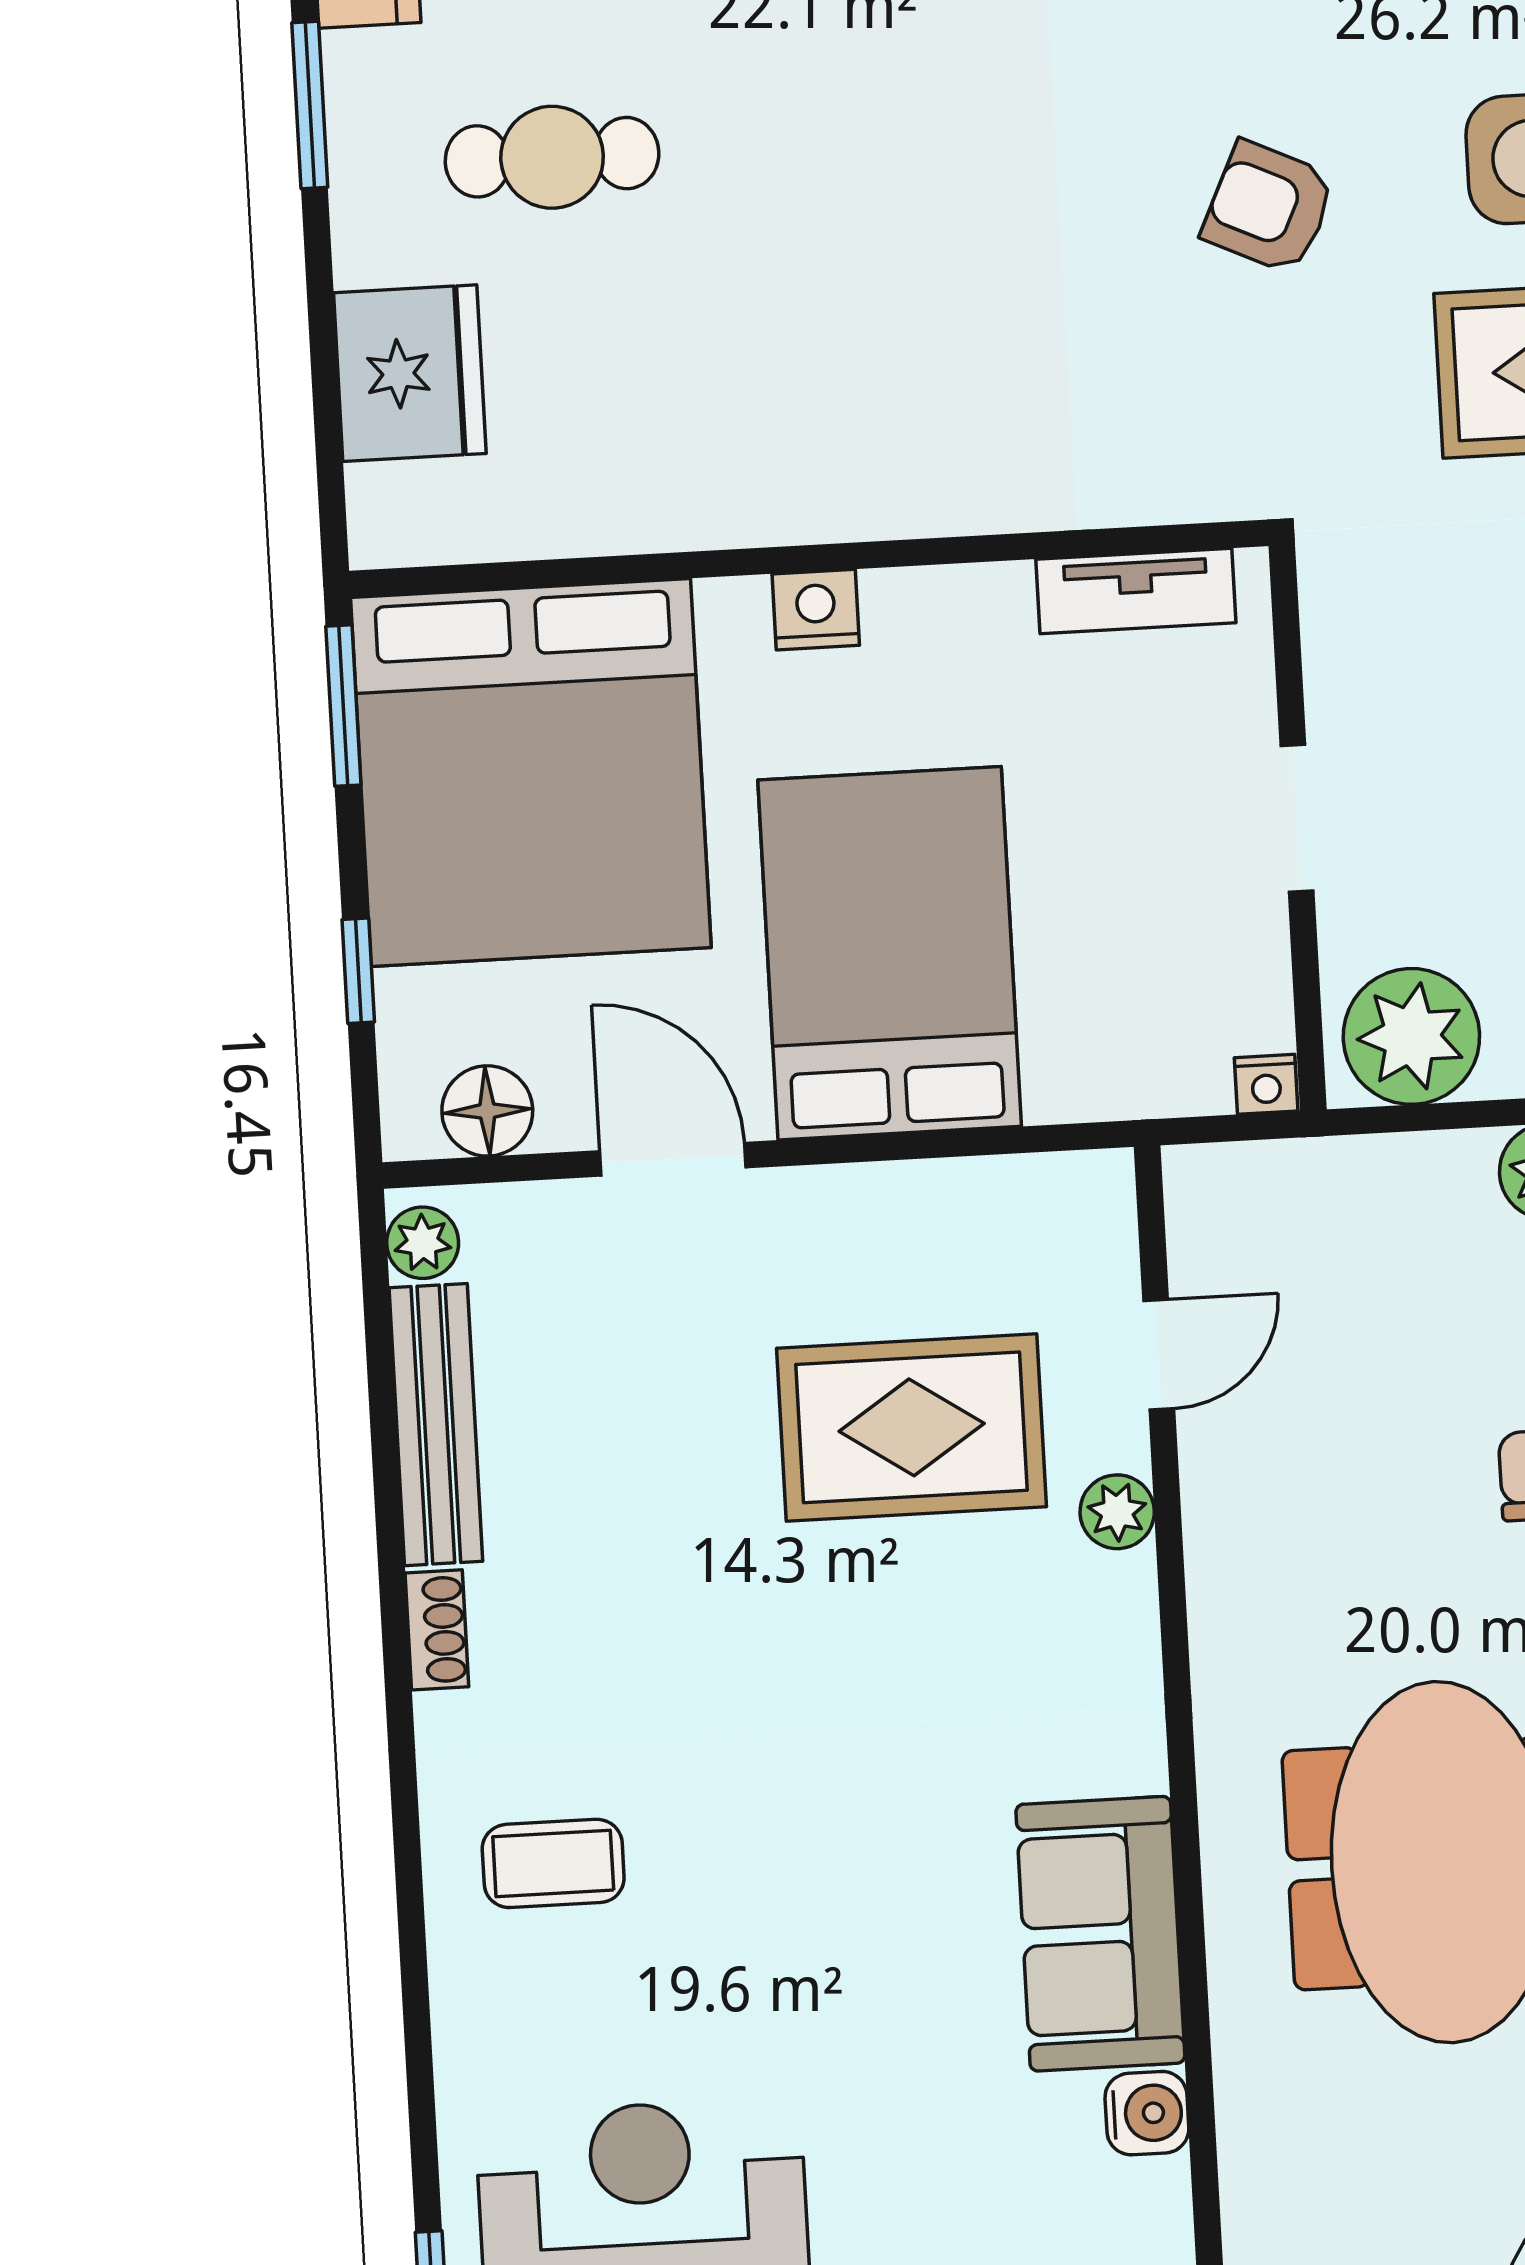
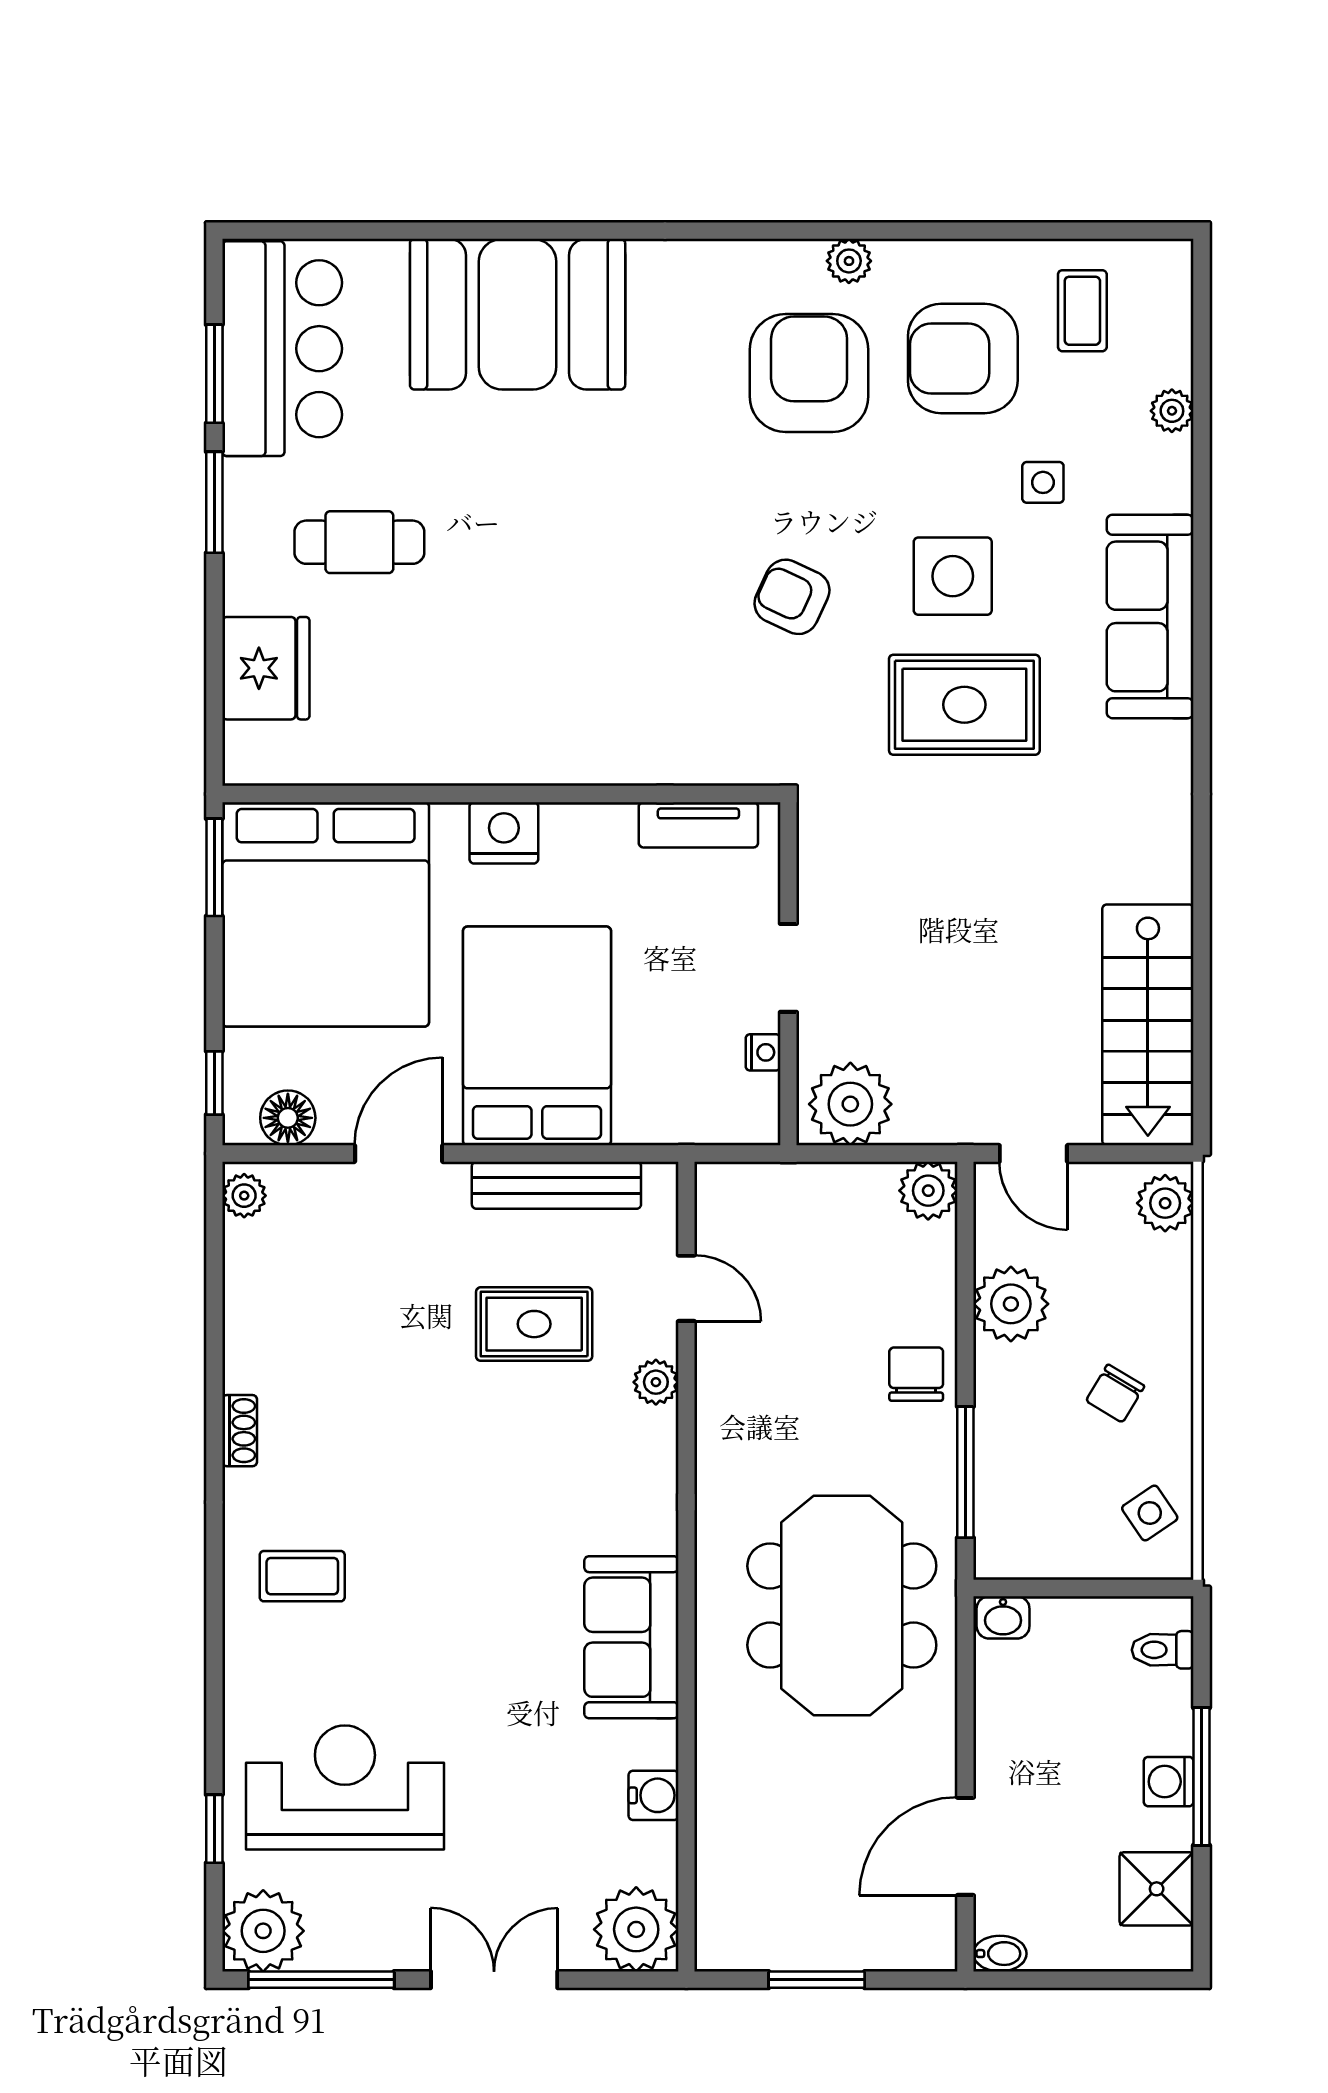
nightstand: (816, 610) -> (504, 833), width x1.36, depth x1.33
window: (358, 971) -> (214, 1083), moved
nightstand: (1266, 1084) -> (763, 1052), moved, turned -90
door: (673, 1159) -> (399, 1153), hinge flipped
door: (1159, 1355) -> (686, 1288), hinge flipped
bench: (436, 1425) -> (556, 1185), moved, turned 90
rug: (912, 1427) -> (534, 1324), width x0.73, depth x0.70
water cooler: (1147, 2113) -> (654, 1795), moved

